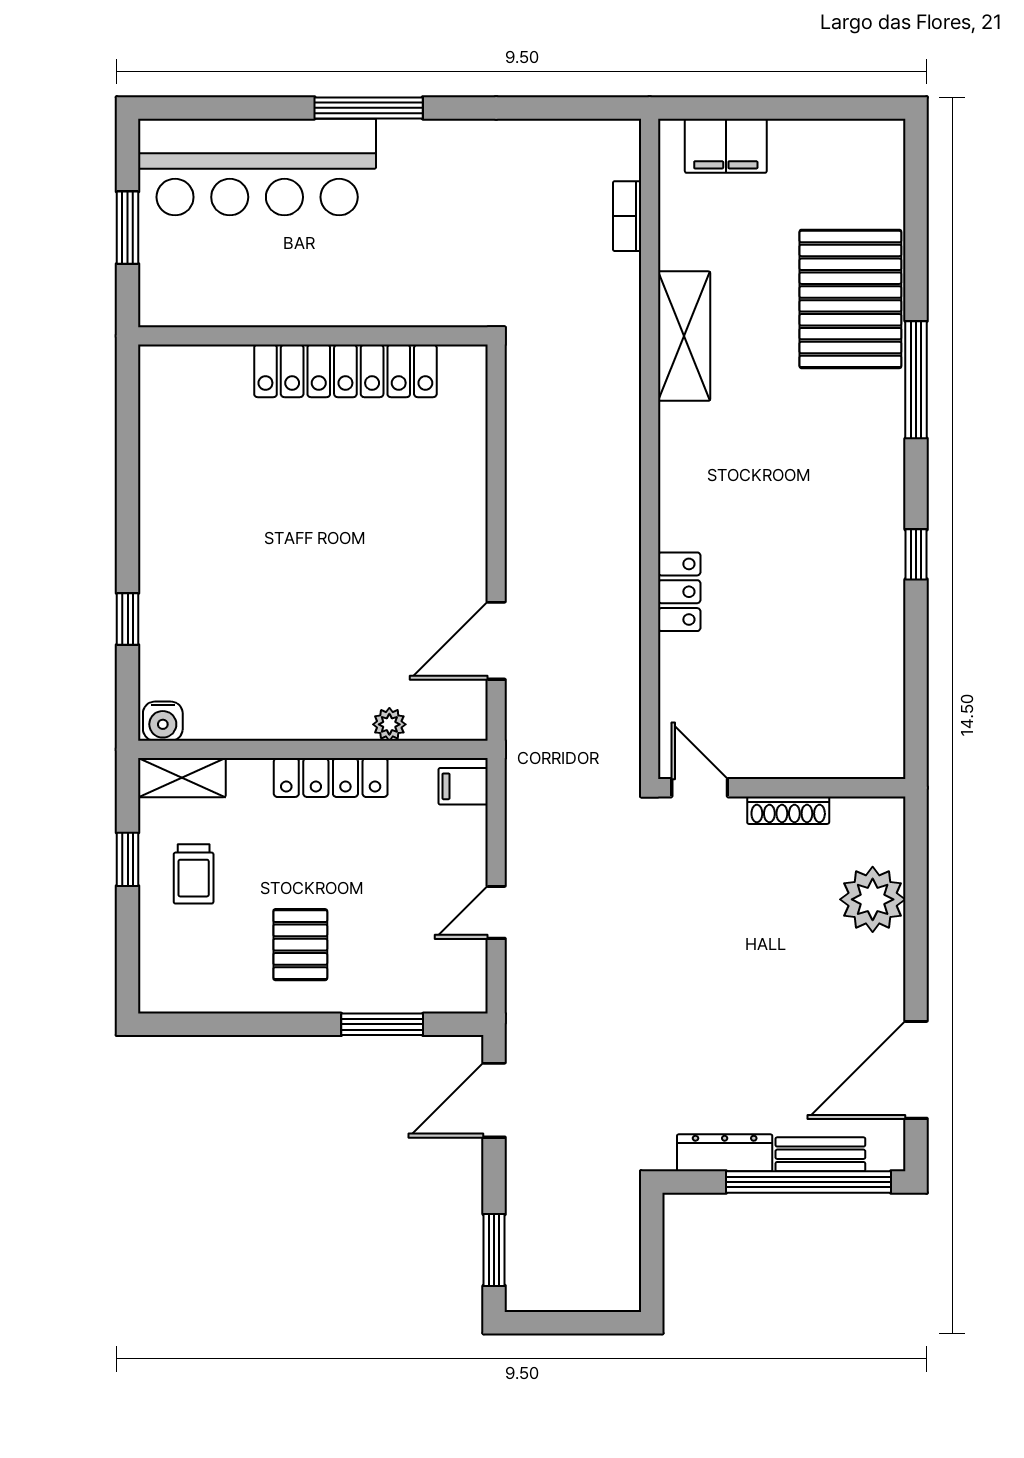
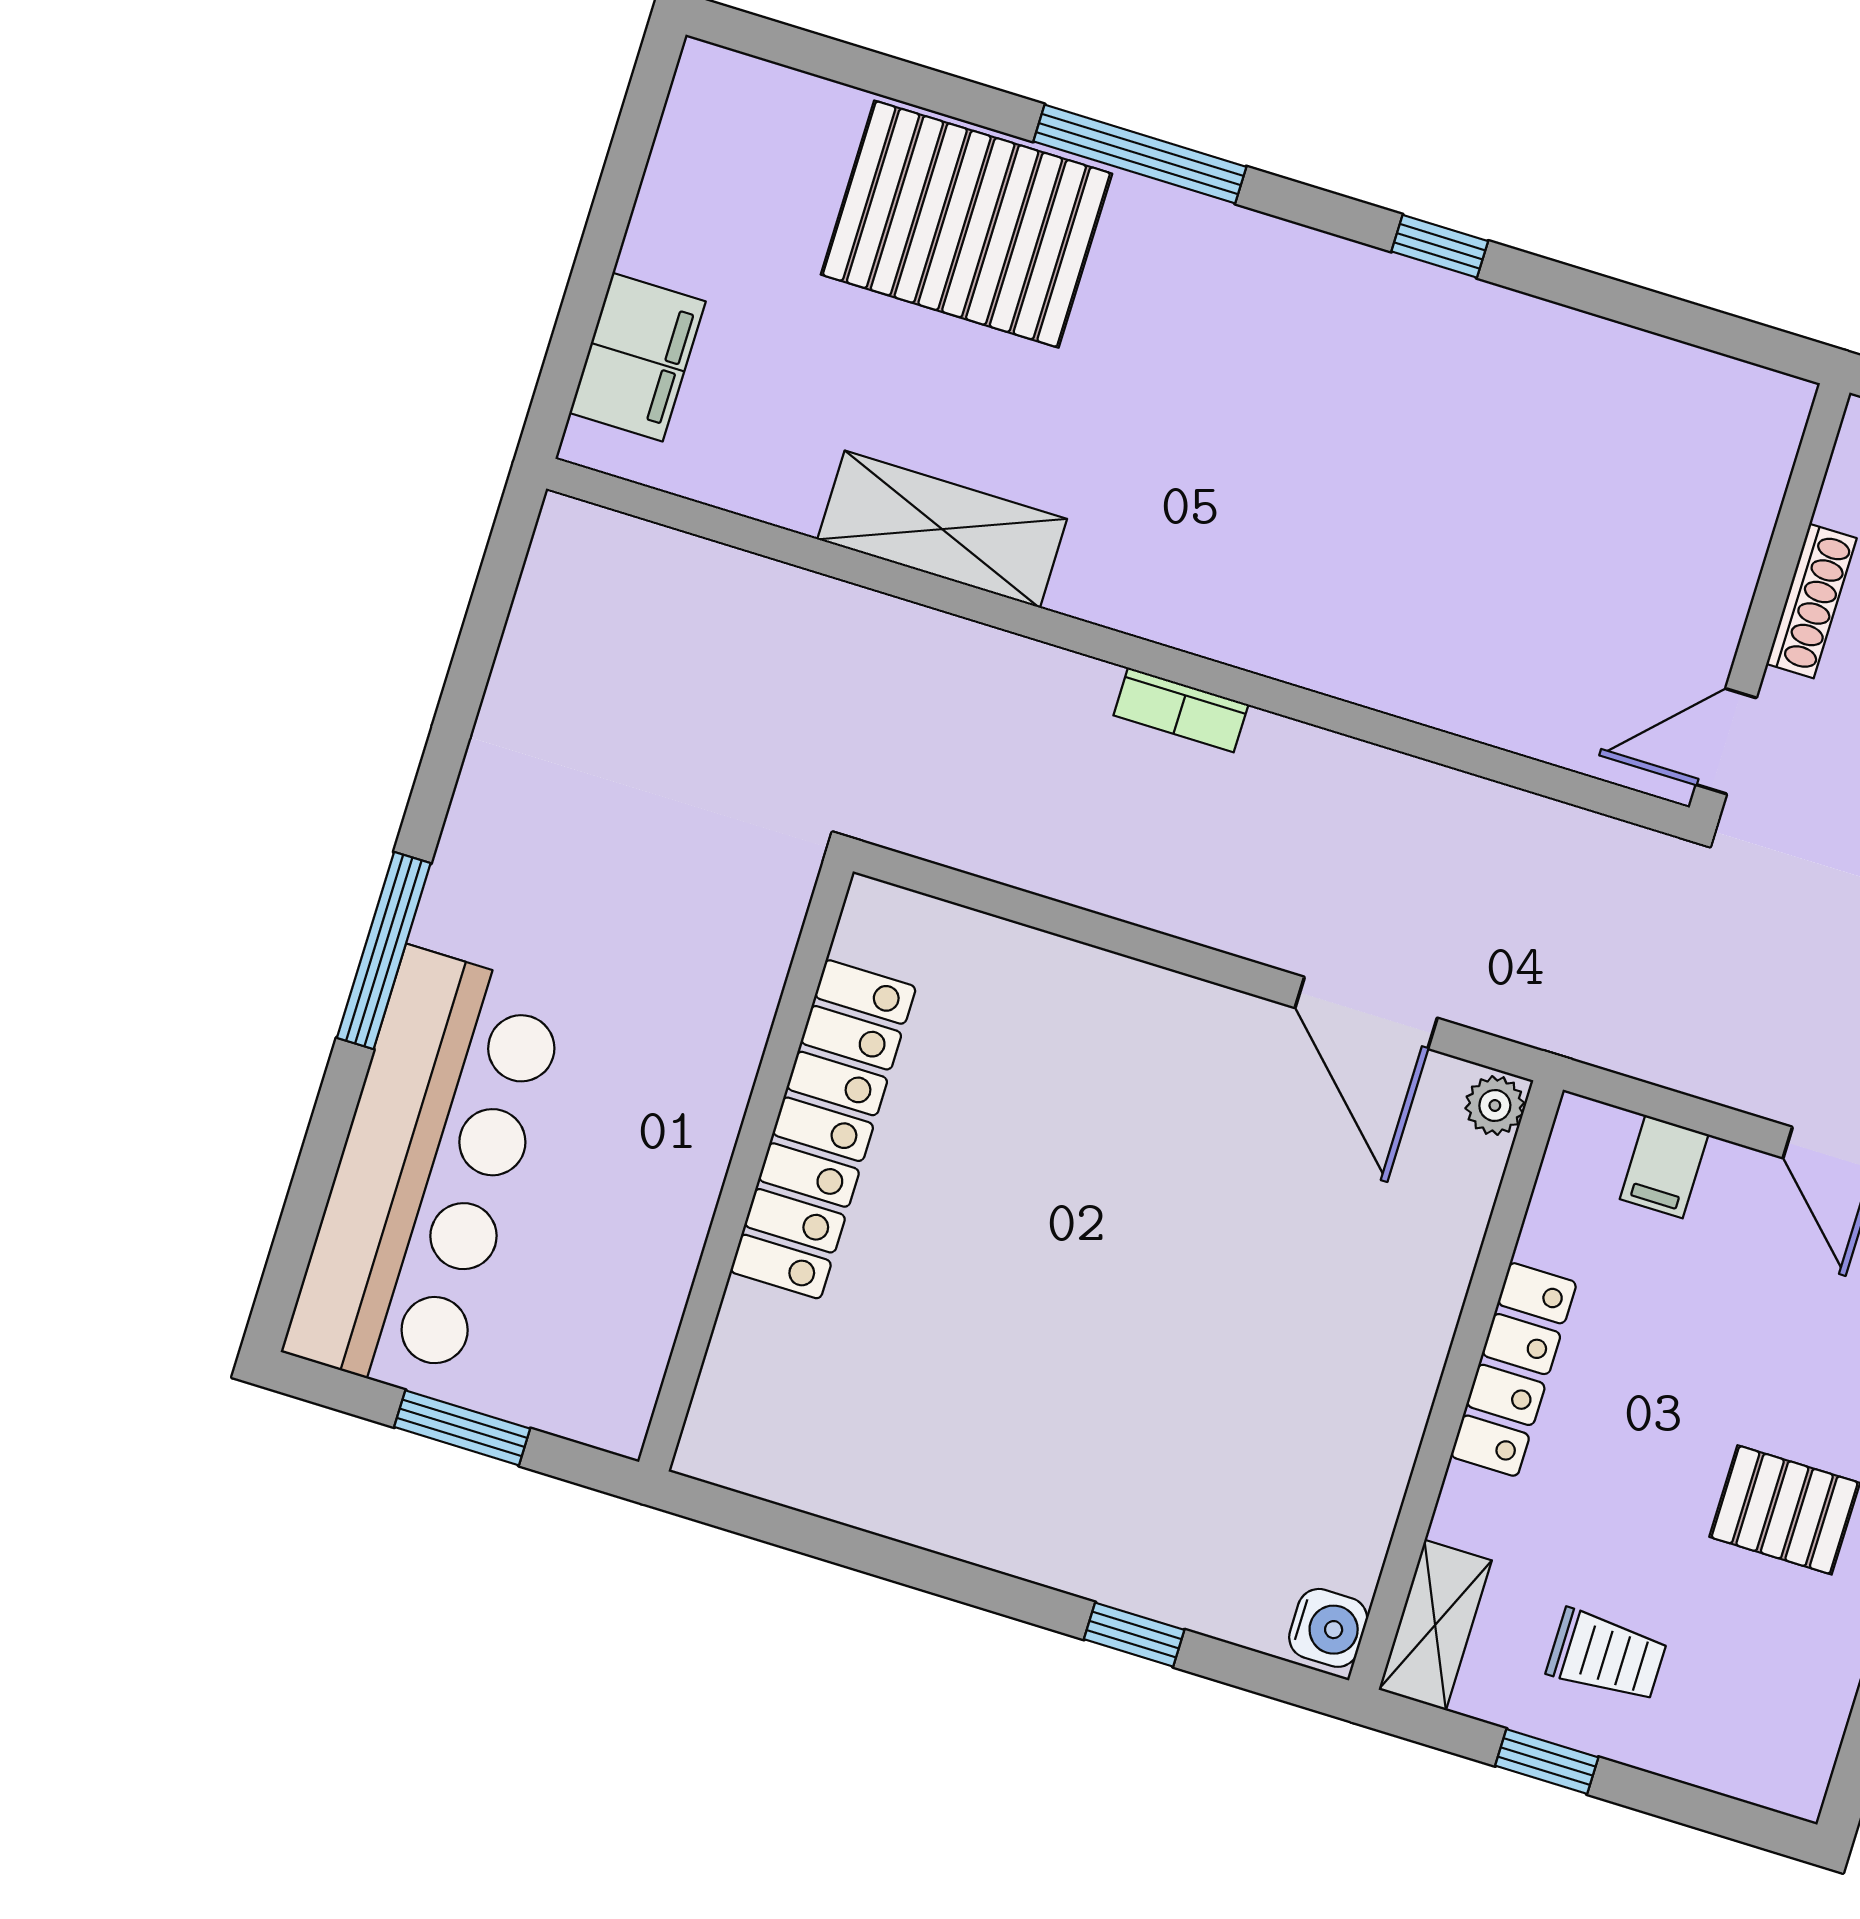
bookcase: (627, 216) -> (1181, 710), moved
locker: (679, 592) -> (1379, 673), removed
plant: (389, 724) -> (1495, 1105), moved
filing cabinet: (463, 786) -> (1664, 1167), moved

